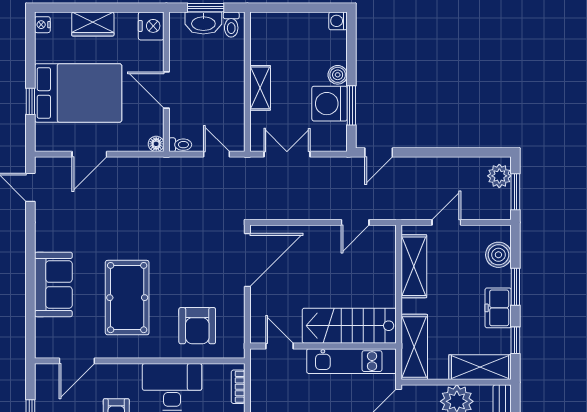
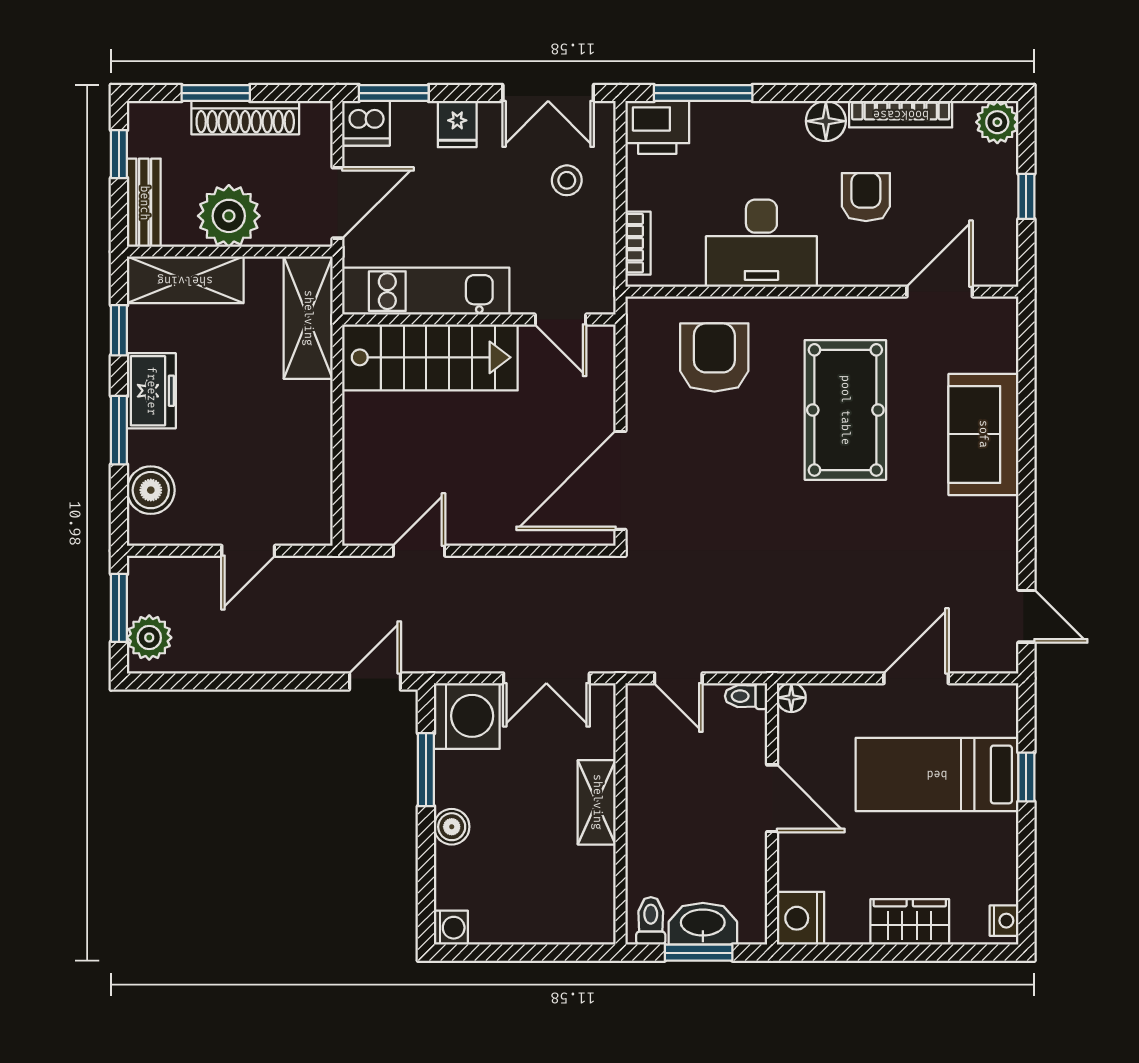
bed: (78, 93) -> (937, 774), width x0.67
washing machine: (330, 104) -> (467, 716), moved
shelving: (414, 266) -> (309, 469), removed

